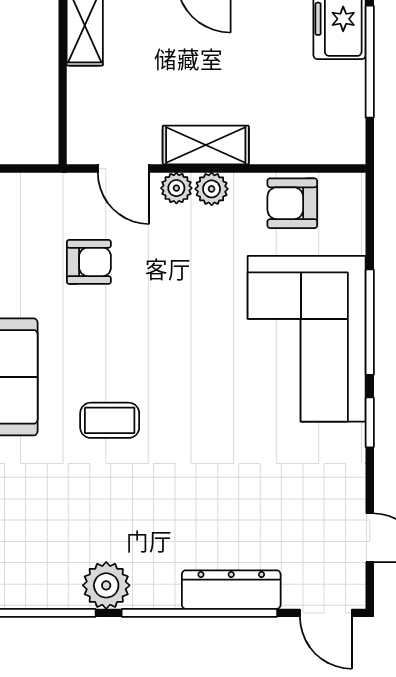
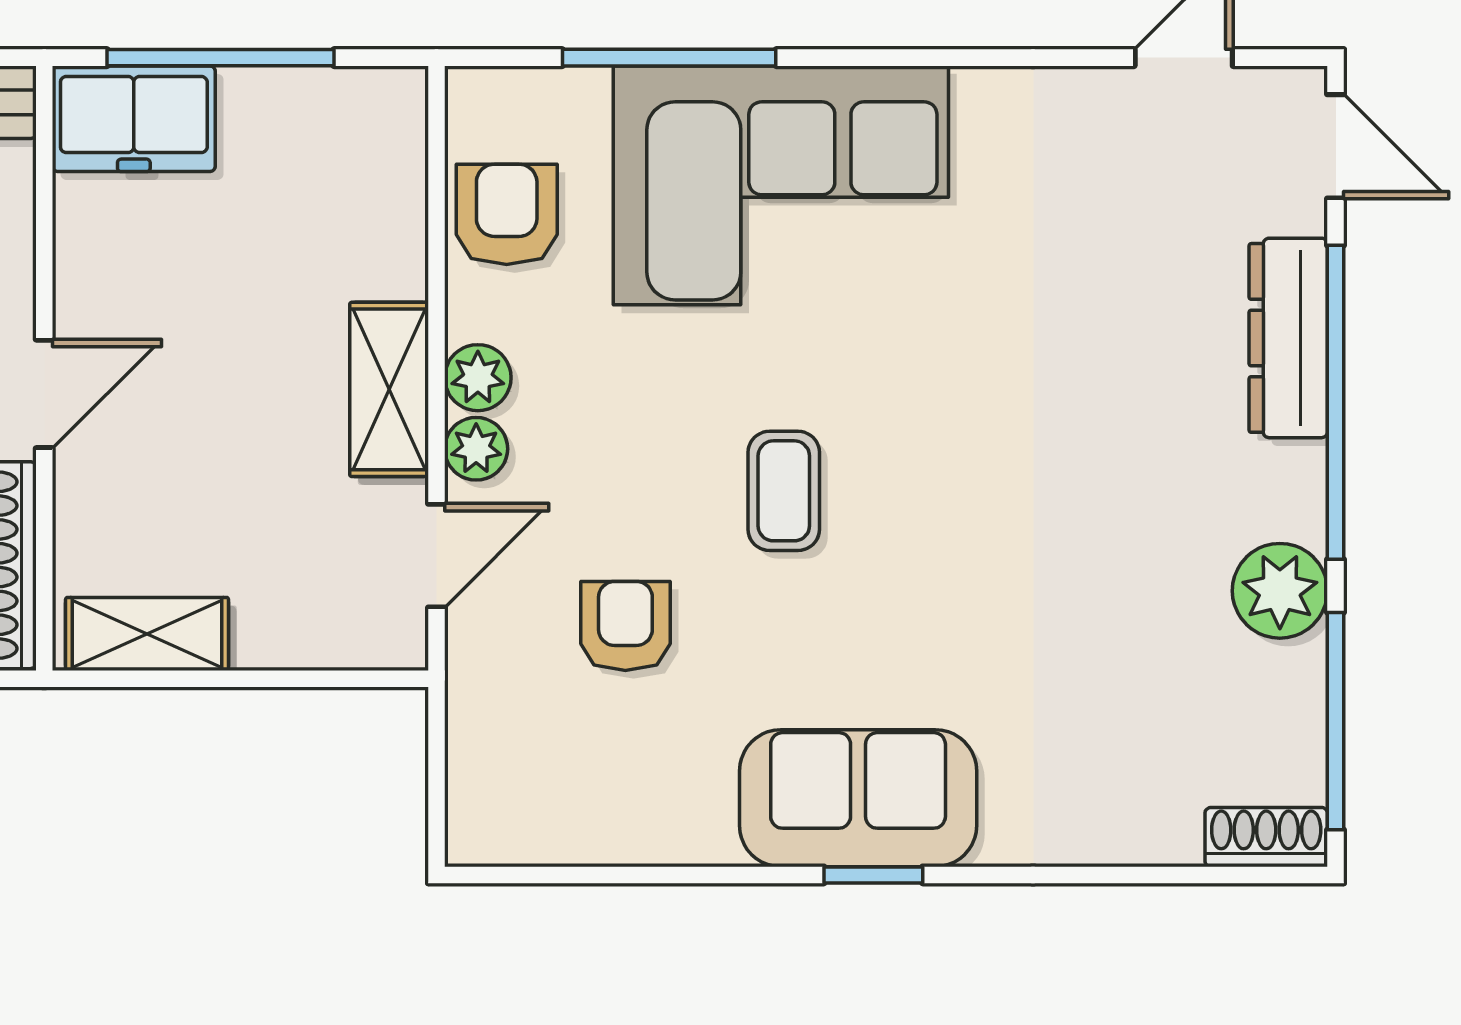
armchair: (292, 203) -> (507, 214), turned 180
window: (370, 322) -> (669, 58), moved
coffee table: (110, 420) -> (784, 491), moved
window: (370, 422) -> (950, 58), removed
door: (326, 613) -> (1336, 146), hinge flipped

